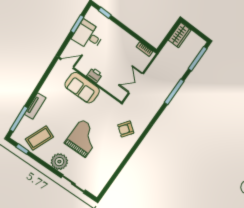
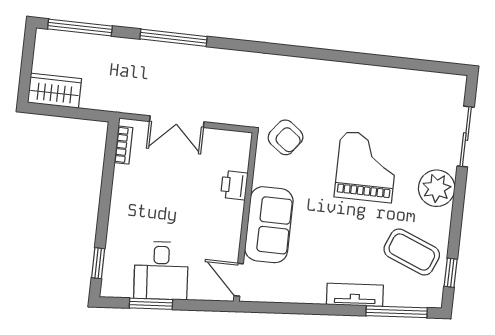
printer: (95, 75) -> (234, 185), moved
double door: (136, 83) -> (177, 122), moved
armchair: (126, 129) -> (286, 137), moved
grand piano: (83, 138) -> (366, 167), turned 90

